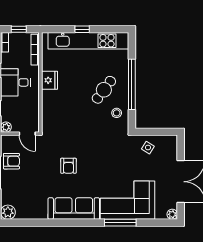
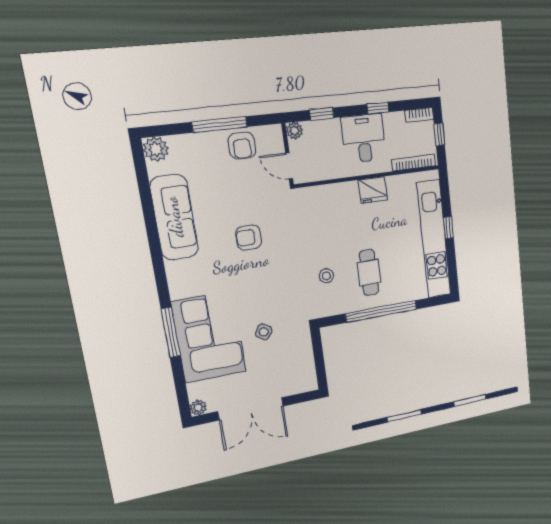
cafe table: (104, 90) -> (369, 273), turned 53
stool: (117, 113) -> (326, 276), moved
door: (27, 134) -> (289, 166), hinge flipped
side table: (148, 148) -> (264, 332), moved
sofa: (74, 209) -> (174, 217), moved

